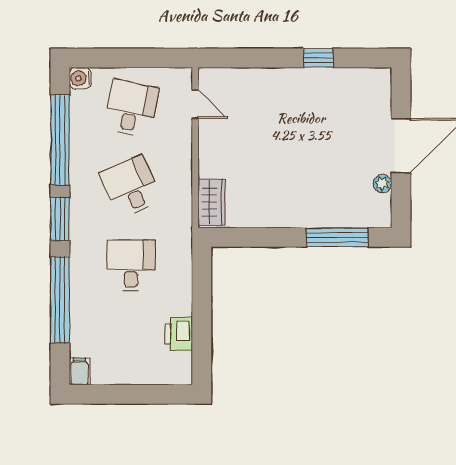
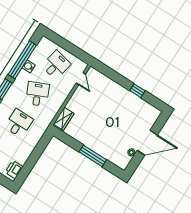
water cooler: (80, 78) -> (29, 66), moved
window: (337, 237) -> (93, 156), moved
printer: (179, 334) -> (14, 170), moved

